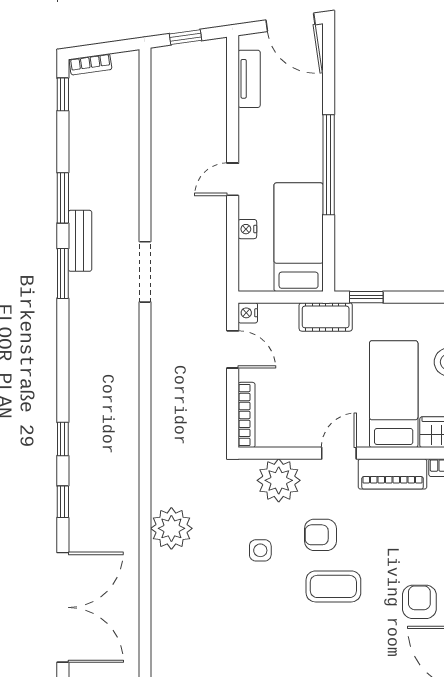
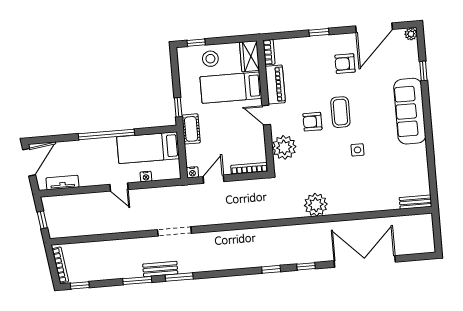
bookcase: (90, 64) -> (60, 265), width x1.56
armchair: (320, 535) -> (312, 122), turned 90
side table: (260, 550) -> (357, 150), moved

